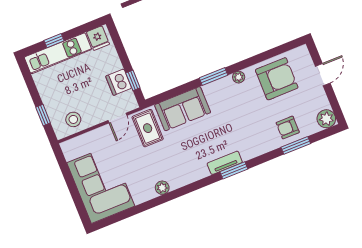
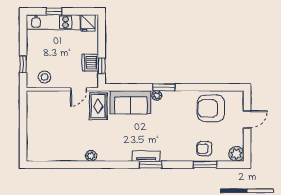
plant: (239, 77) -> (157, 95), moved
armchair: (277, 79) -> (211, 108), turned 180
corner sofa: (101, 184) -> (45, 134), removed

